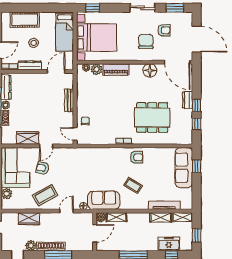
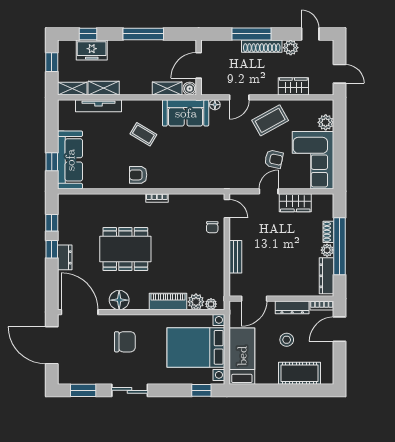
armchair: (164, 30) -> (99, 358), removed
chair: (146, 42) -> (125, 342), turned -90
dining table: (152, 117) -> (125, 249), moved

